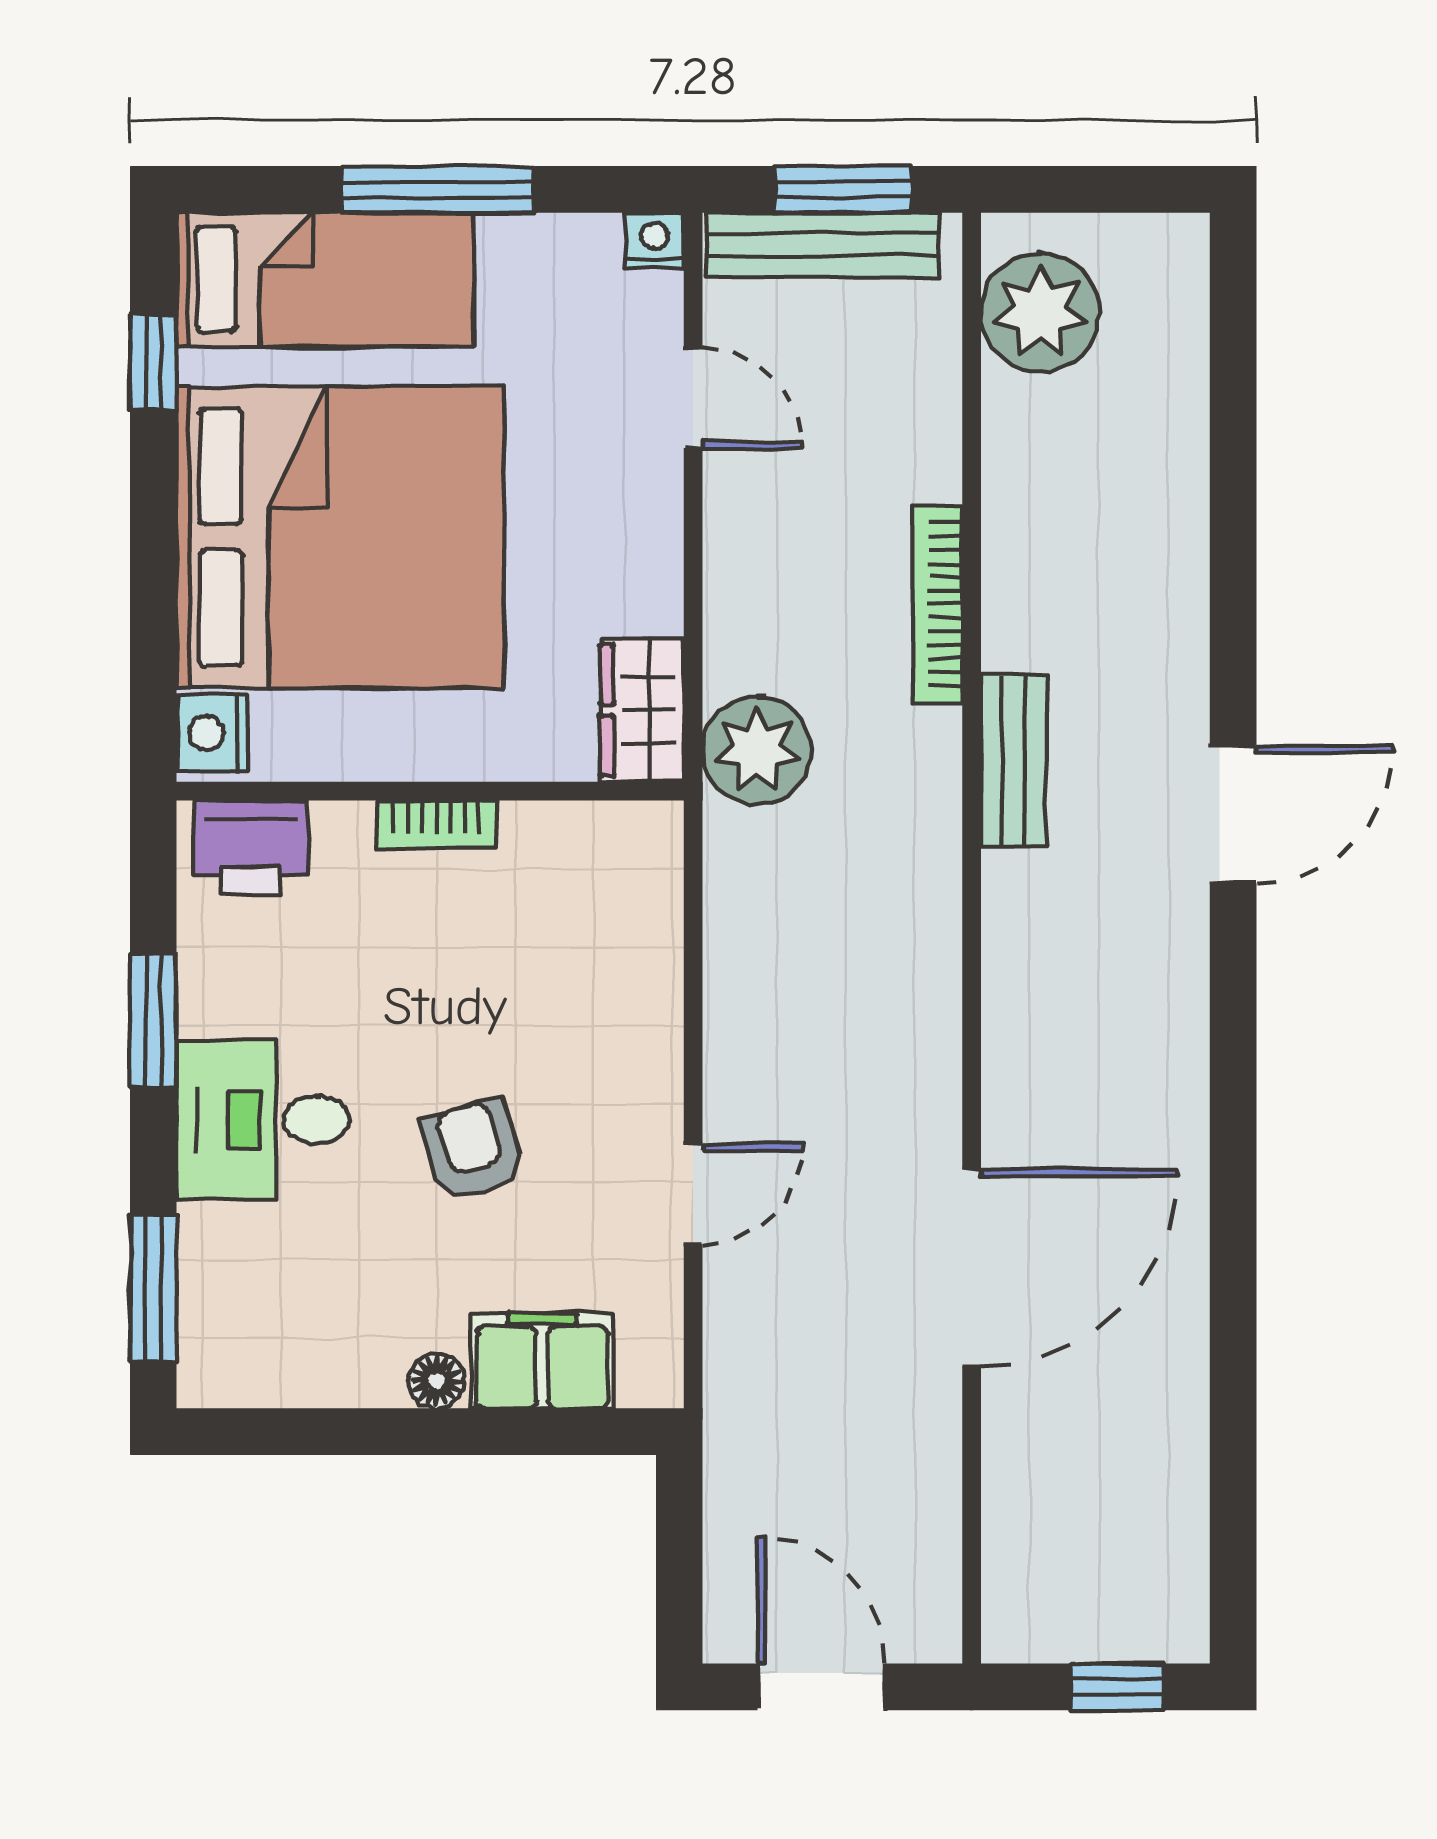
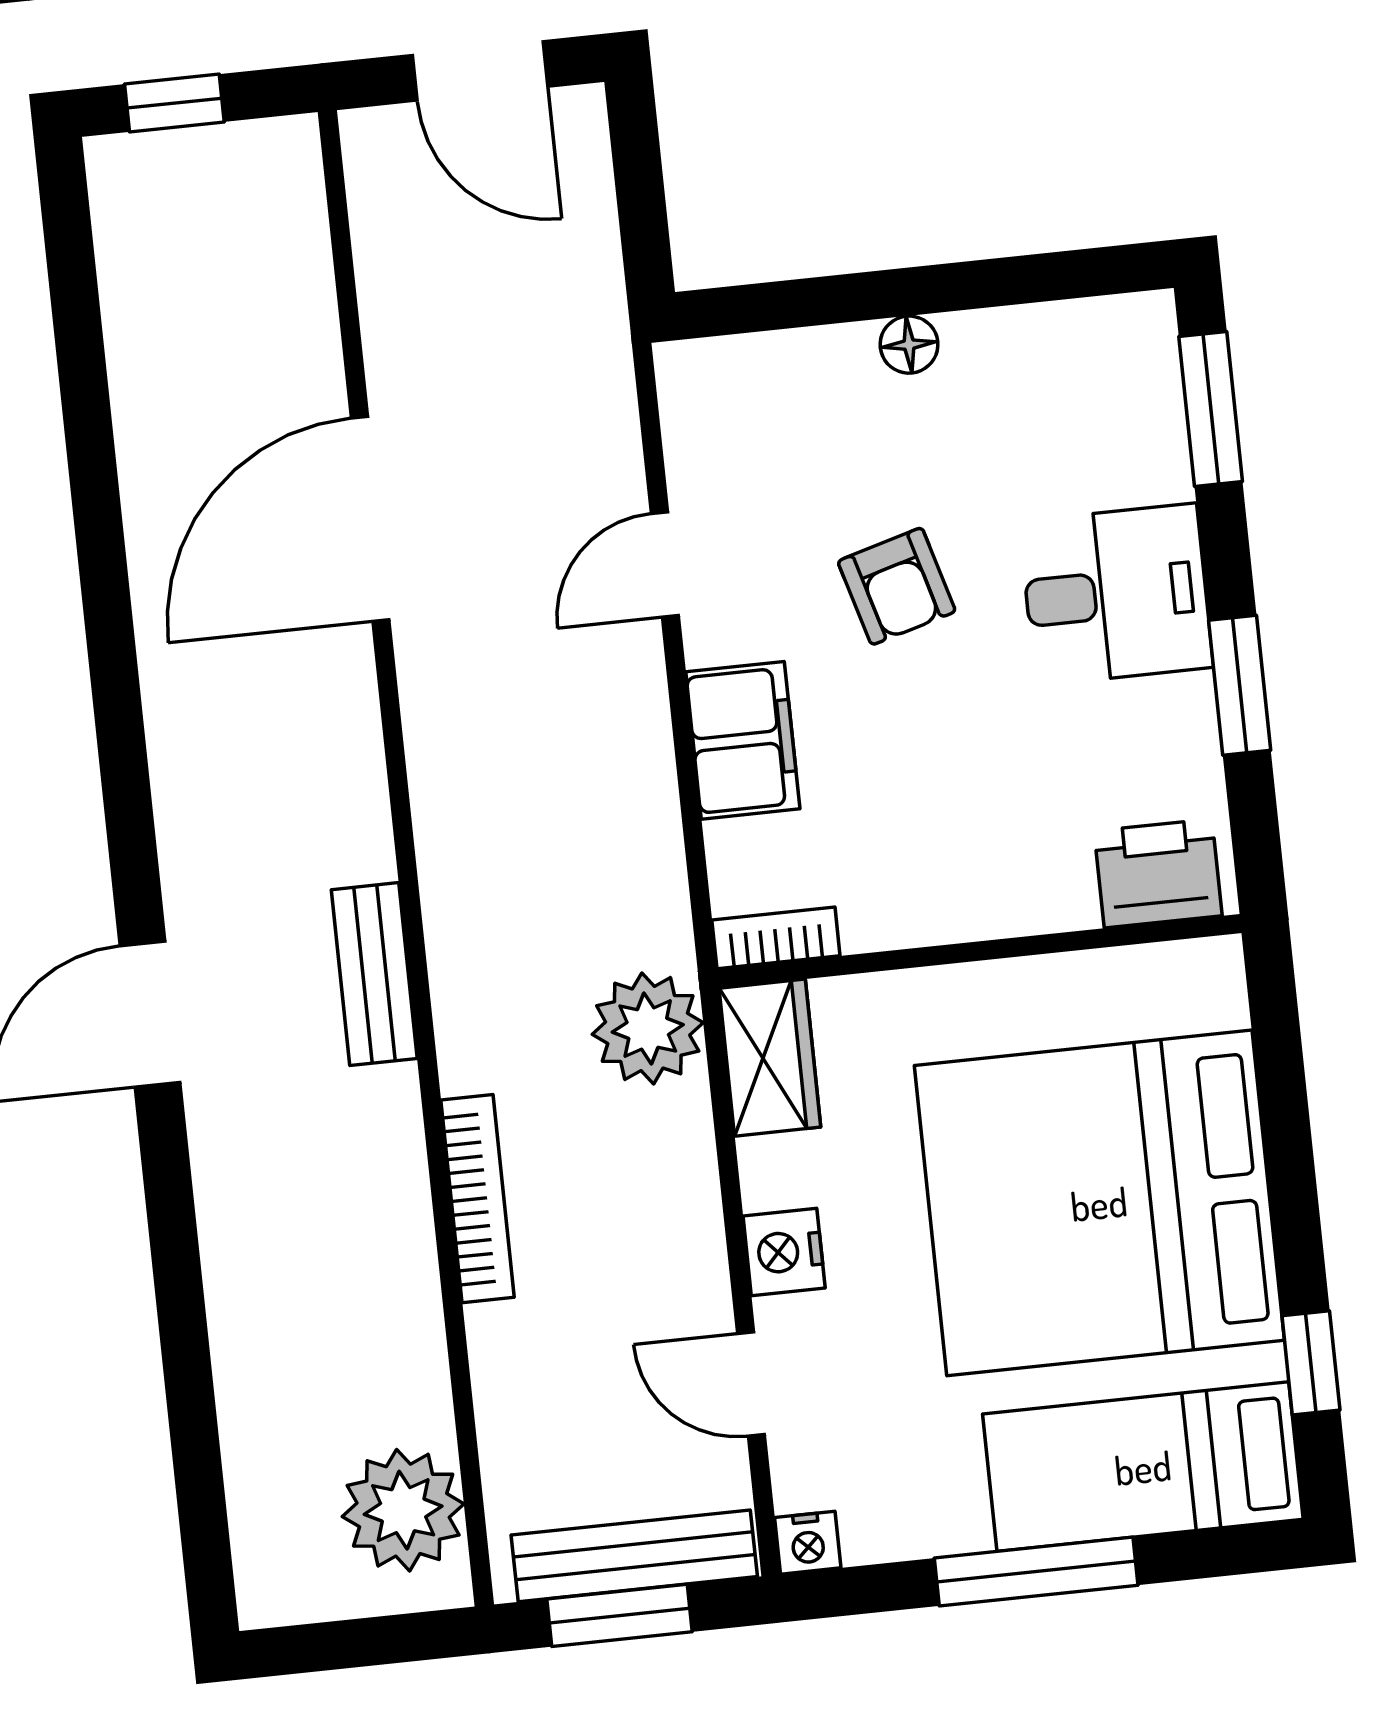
nightstand: (212, 733) -> (784, 1252), moved, turned 180
bench: (1014, 760) -> (374, 974), moved
bookcase: (436, 824) -> (776, 938), moved
filing cabinet: (542, 1361) -> (743, 740), moved, turned -90

